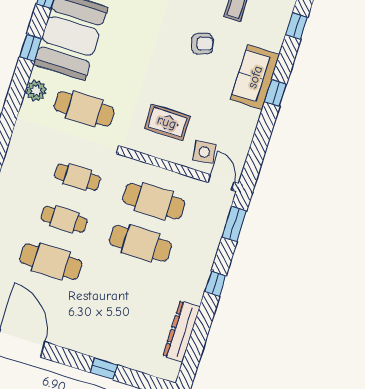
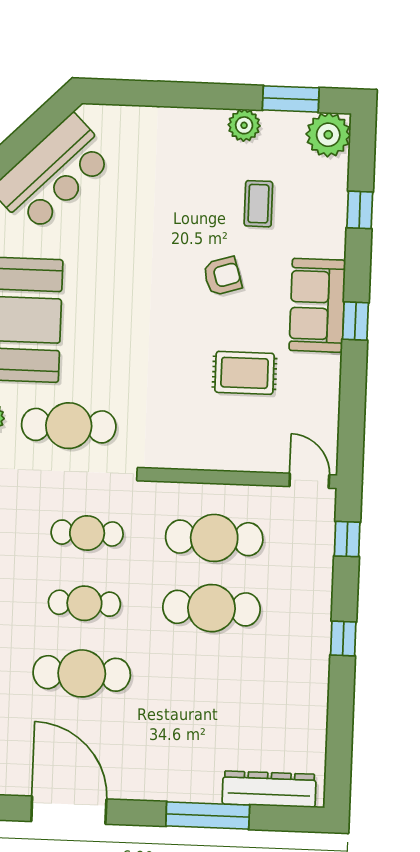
rug: (167, 122) -> (245, 373), moved
side table: (204, 152) -> (271, 441), removed
window: (234, 224) -> (347, 539), width x0.67
dresser: (181, 331) -> (269, 789), moved, turned 90
window: (104, 369) -> (208, 816), width x2.17

